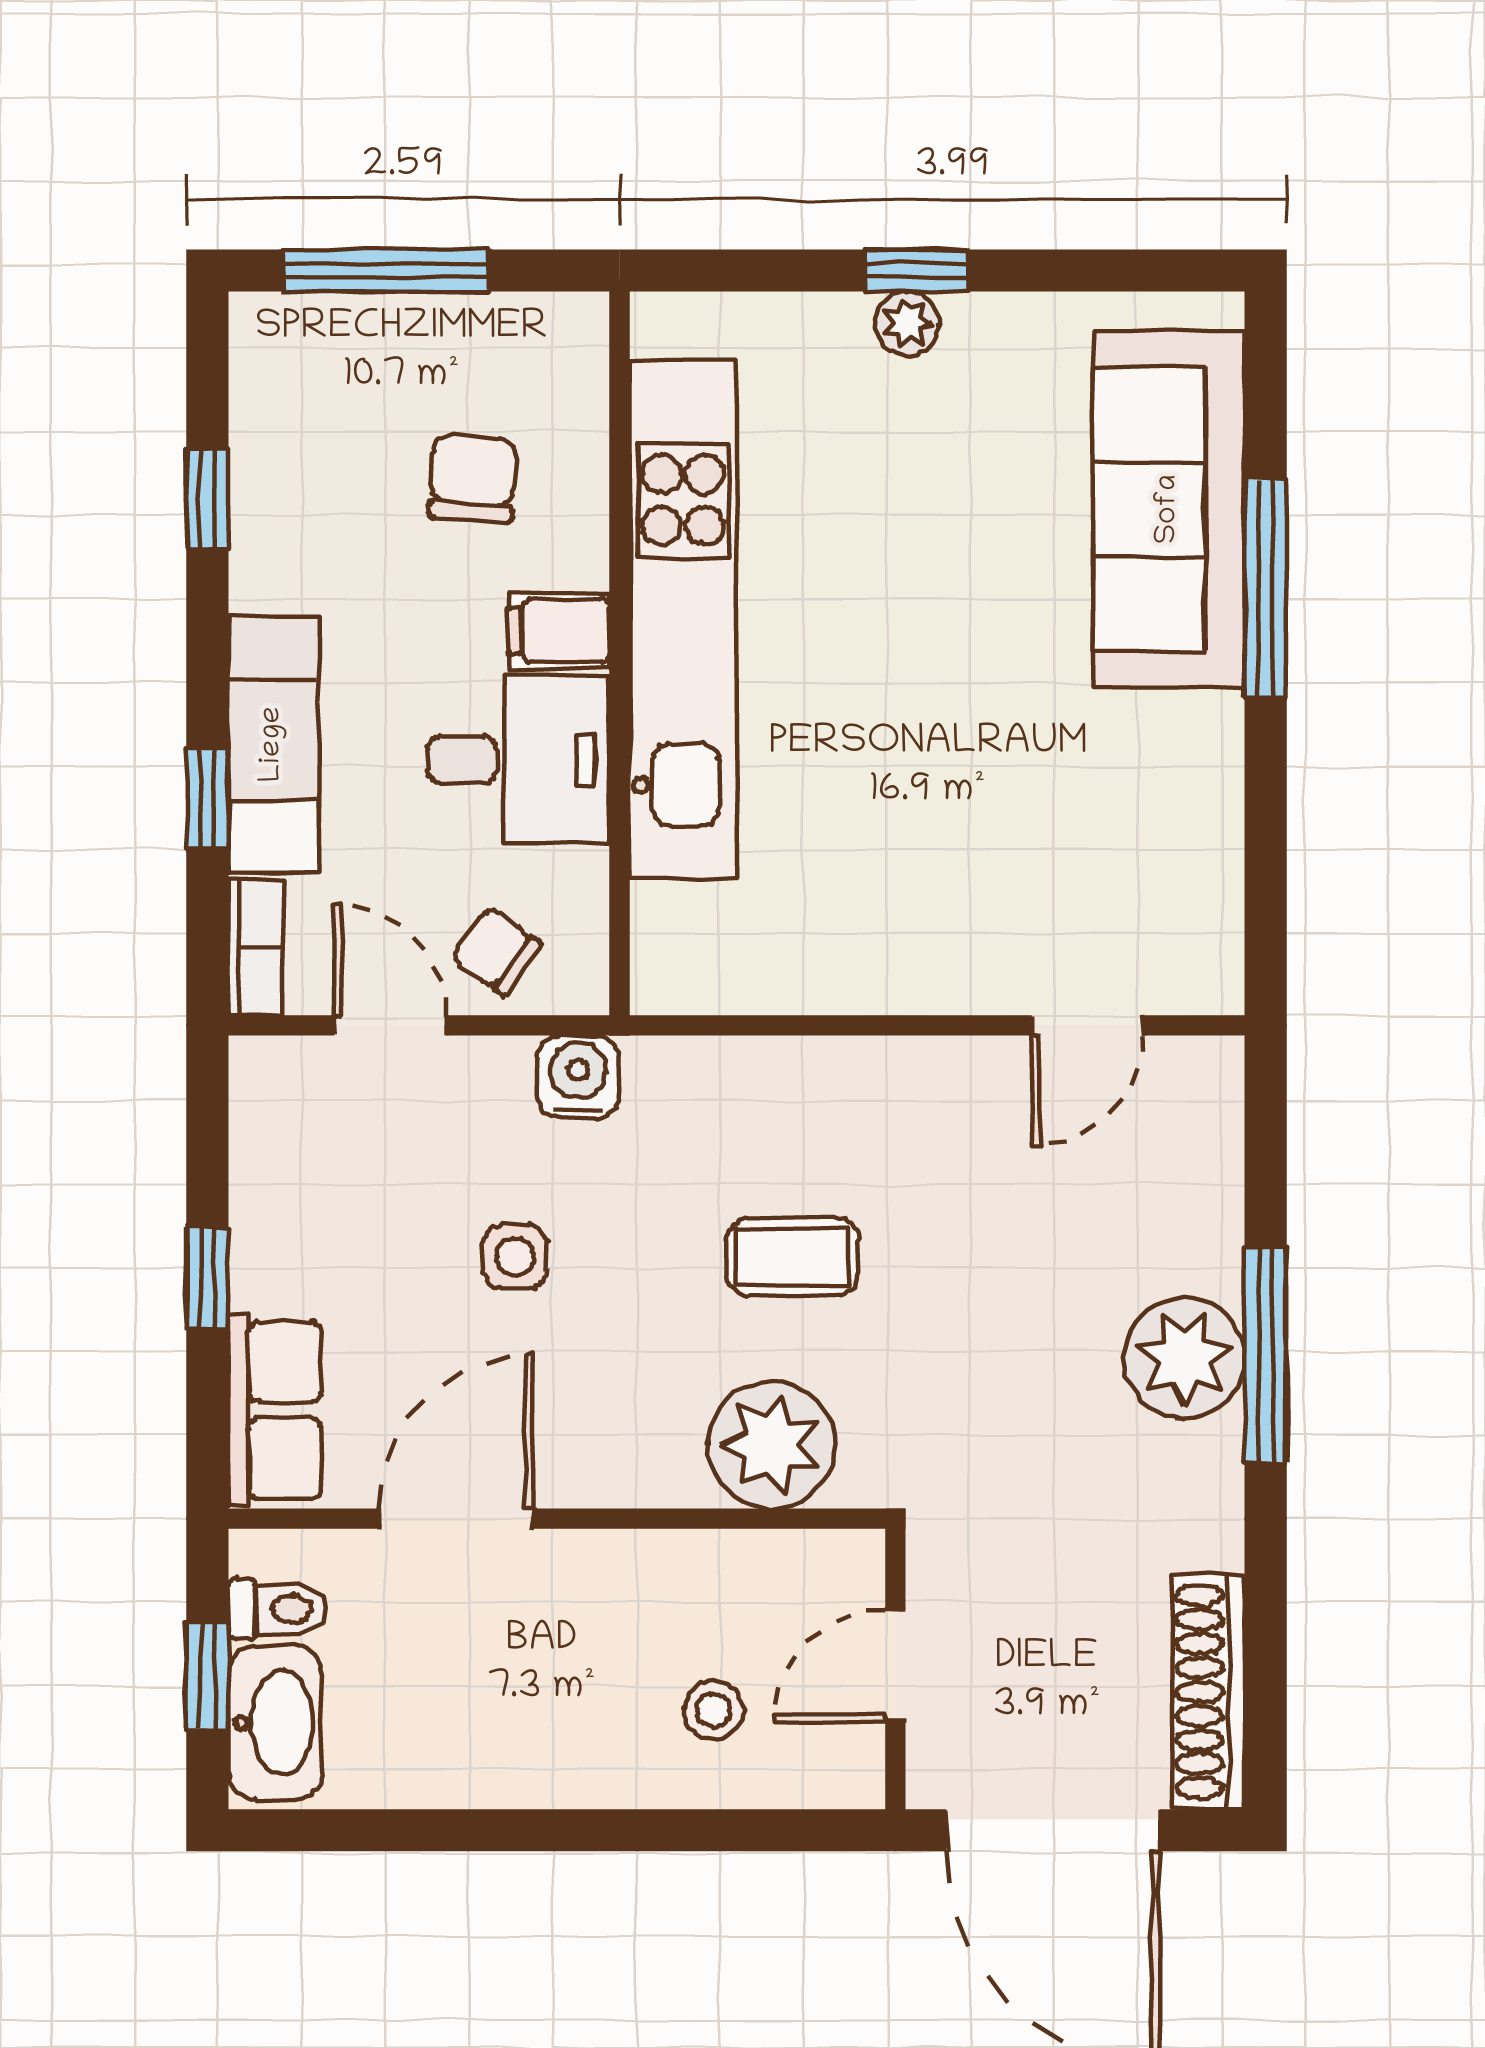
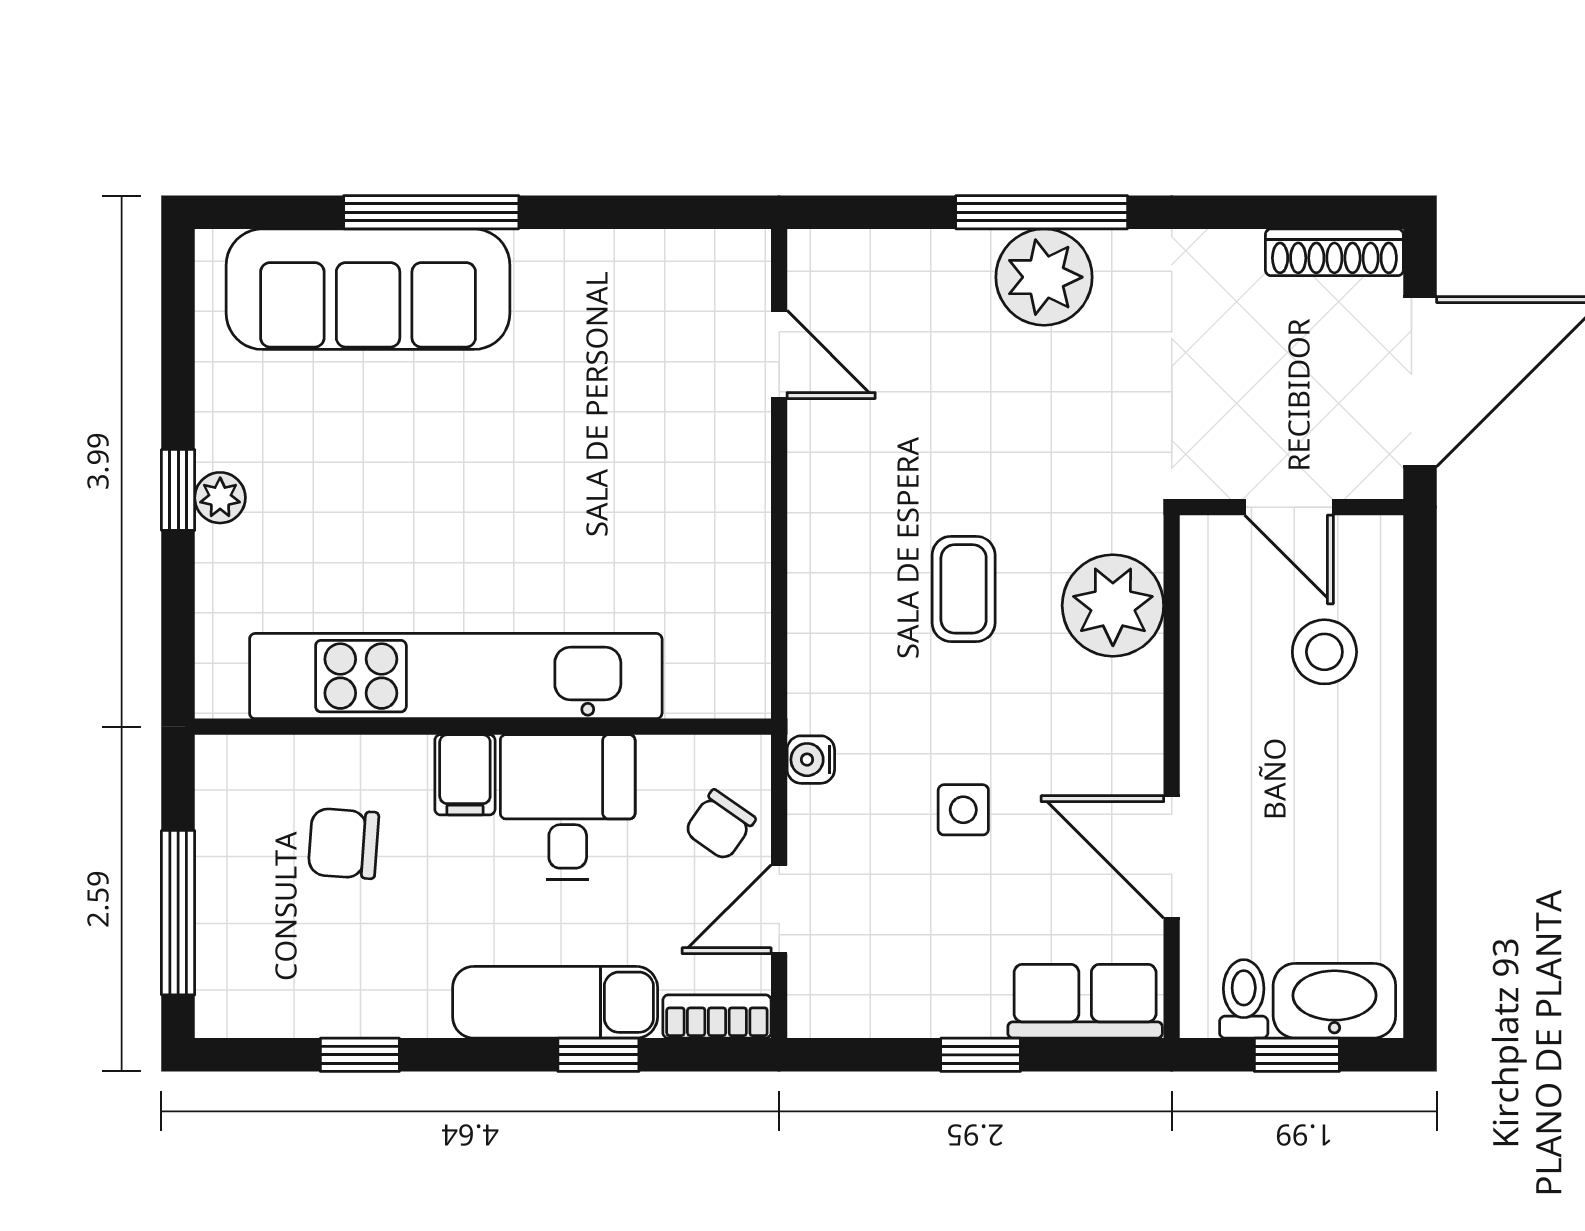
water cooler: (578, 1077) -> (811, 760), width x0.72, depth x0.72
shoe rack: (1208, 1692) -> (1334, 252), width x0.74, depth x0.81
stool: (713, 1710) -> (1324, 652), width x1.37, depth x1.37

